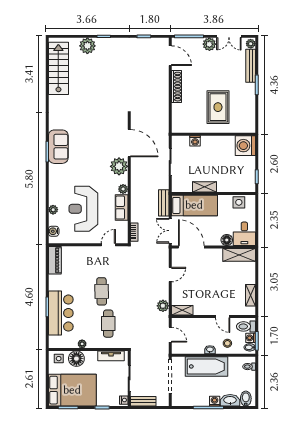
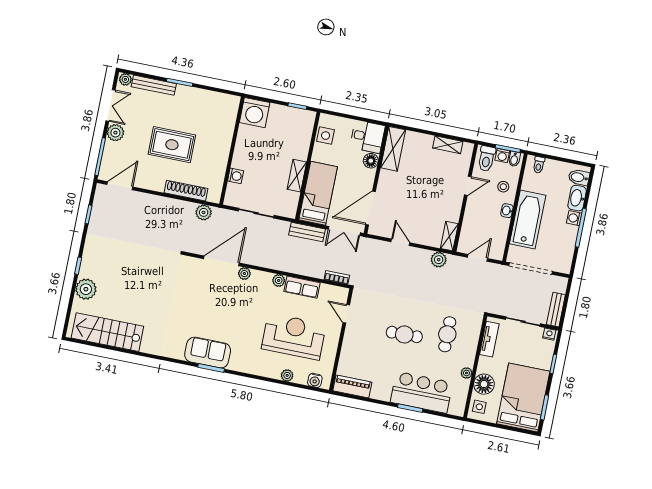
shoe rack: (176, 87) -> (186, 191), moved
rug: (218, 107) -> (172, 145), moved
plant: (163, 122) -> (204, 212), added
plant: (119, 166) -> (244, 274), width x0.53, depth x0.53
reception desk: (83, 209) -> (294, 336), turned 180
cafe table: (108, 324) -> (447, 334), turned 90

